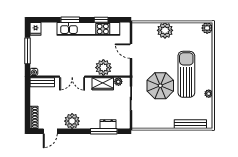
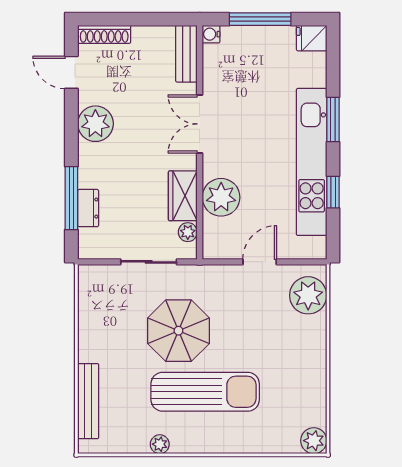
plant: (165, 30) -> (308, 295), moved

